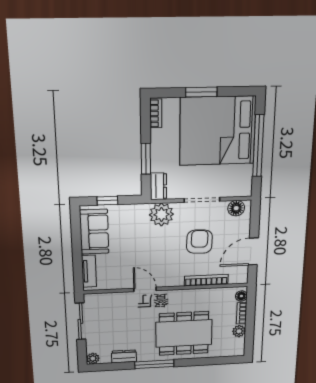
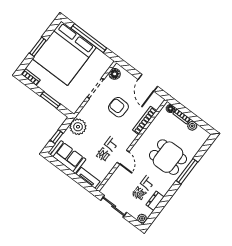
dresser: (159, 186) -> (70, 105), removed
plant: (161, 215) -> (78, 127), moved
door: (145, 289) -> (123, 157), swing flipped
dining table: (184, 333) -> (168, 157), width x0.73
window: (154, 364) -> (187, 171), moved

